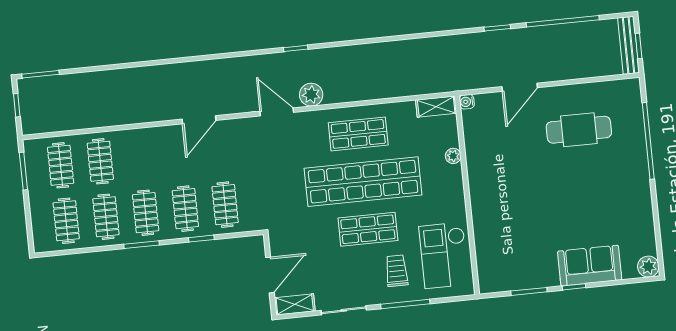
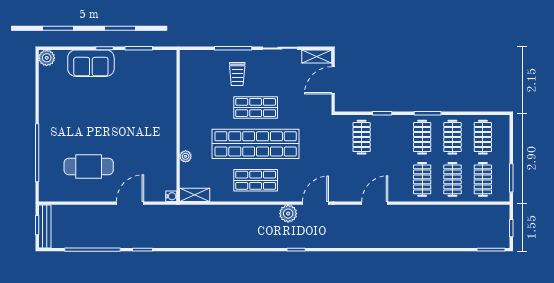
door: (277, 112) -> (315, 203), swing flipped
clothes rail: (185, 209) -> (422, 179), moved
checkout: (444, 255) -> (200, 82), removed

